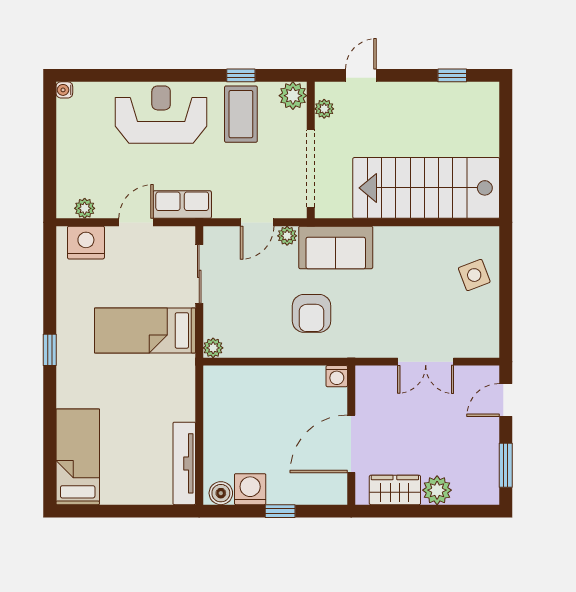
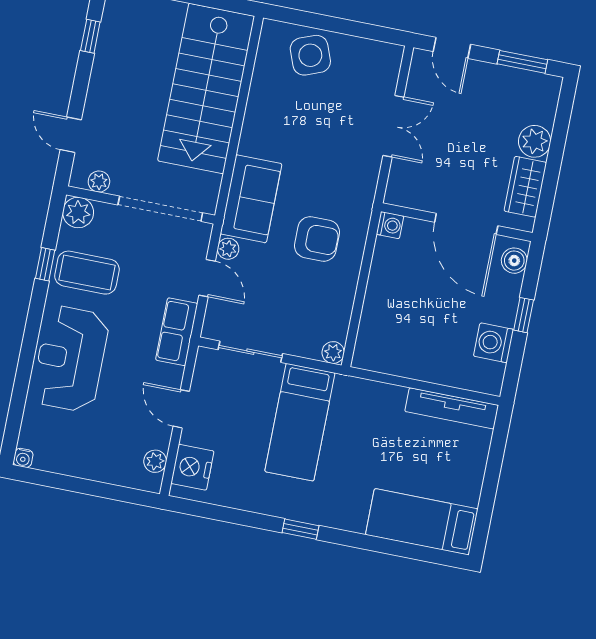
row of seats: (182, 205) -> (177, 332), moved
side table: (474, 275) -> (310, 55), width x1.37, depth x1.37
boiler: (221, 493) -> (514, 261), moved

